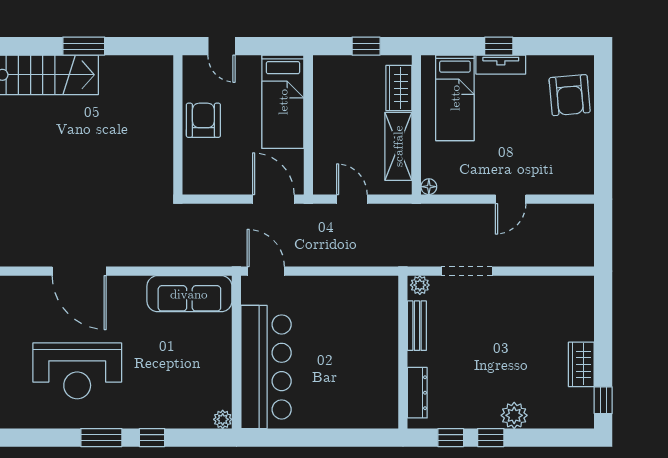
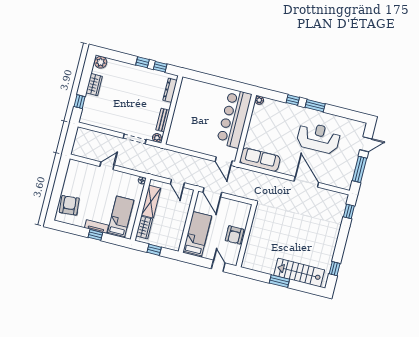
window: (603, 400) -> (80, 102), moved
plant: (514, 415) -> (101, 62), moved

